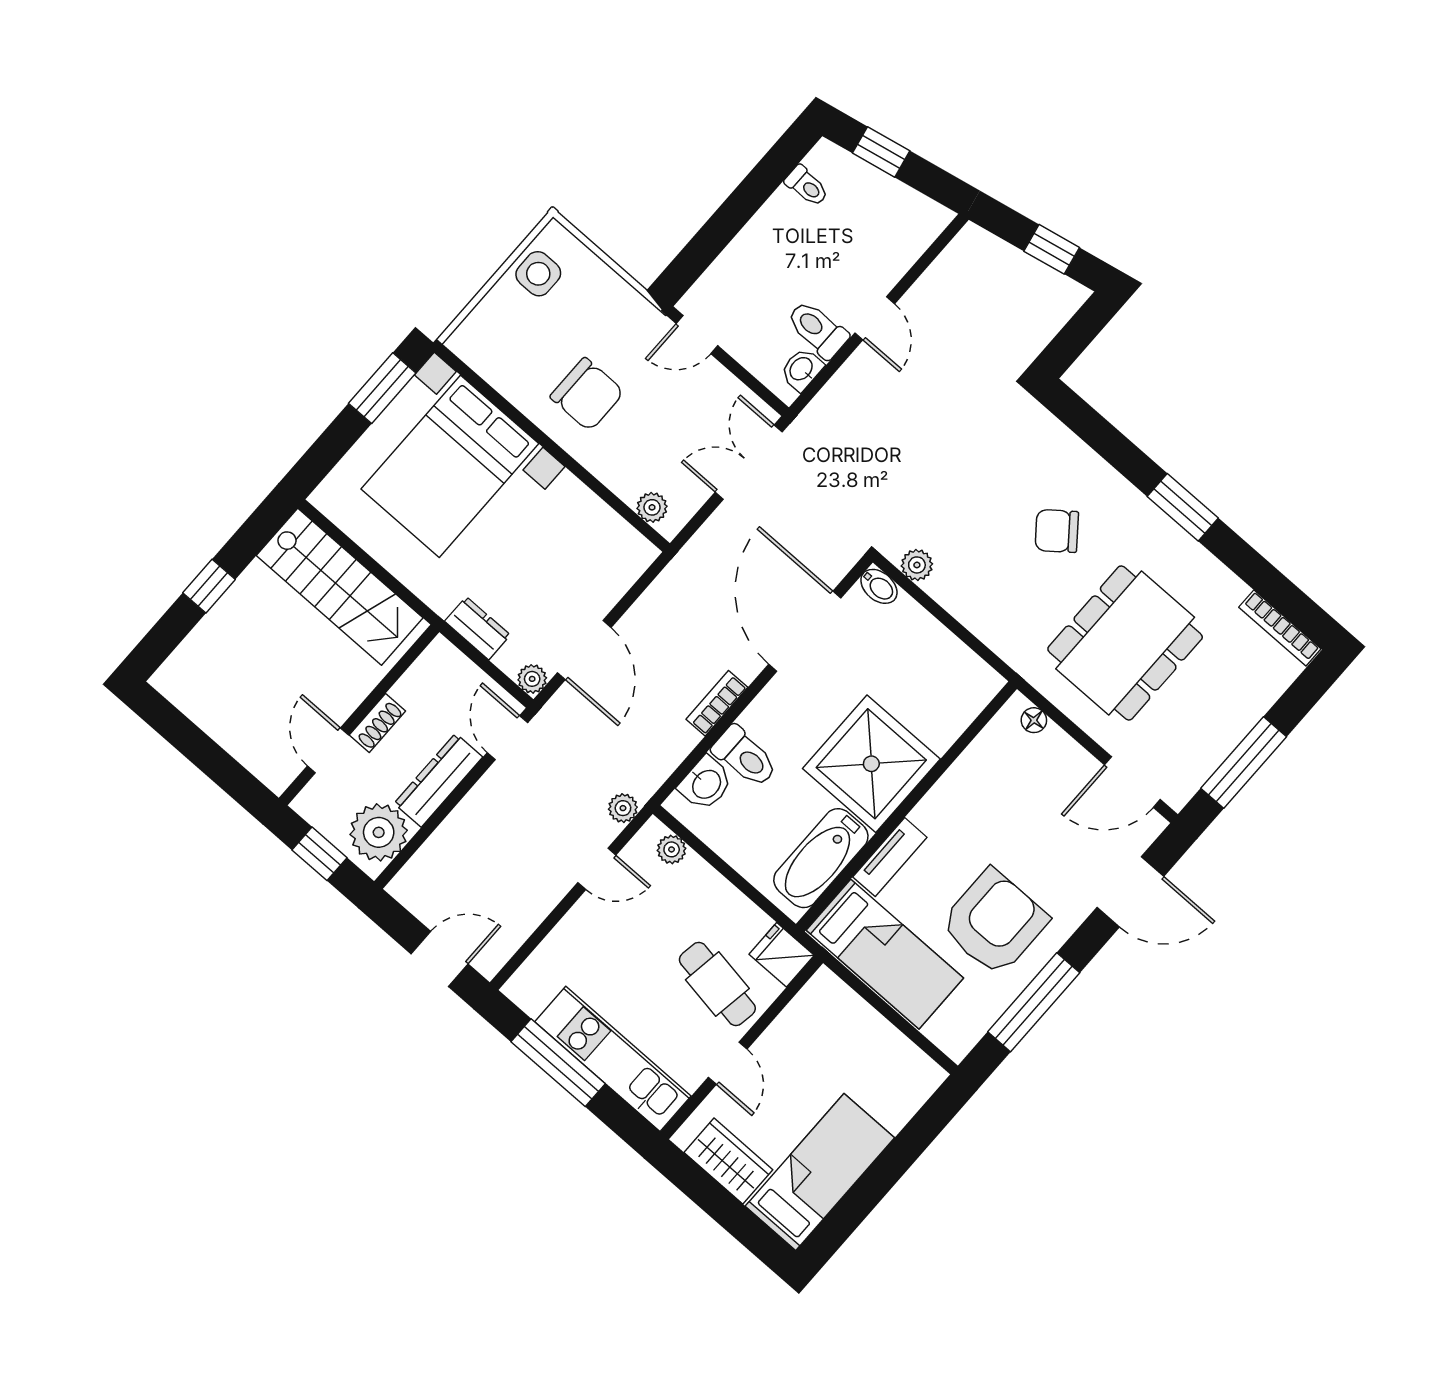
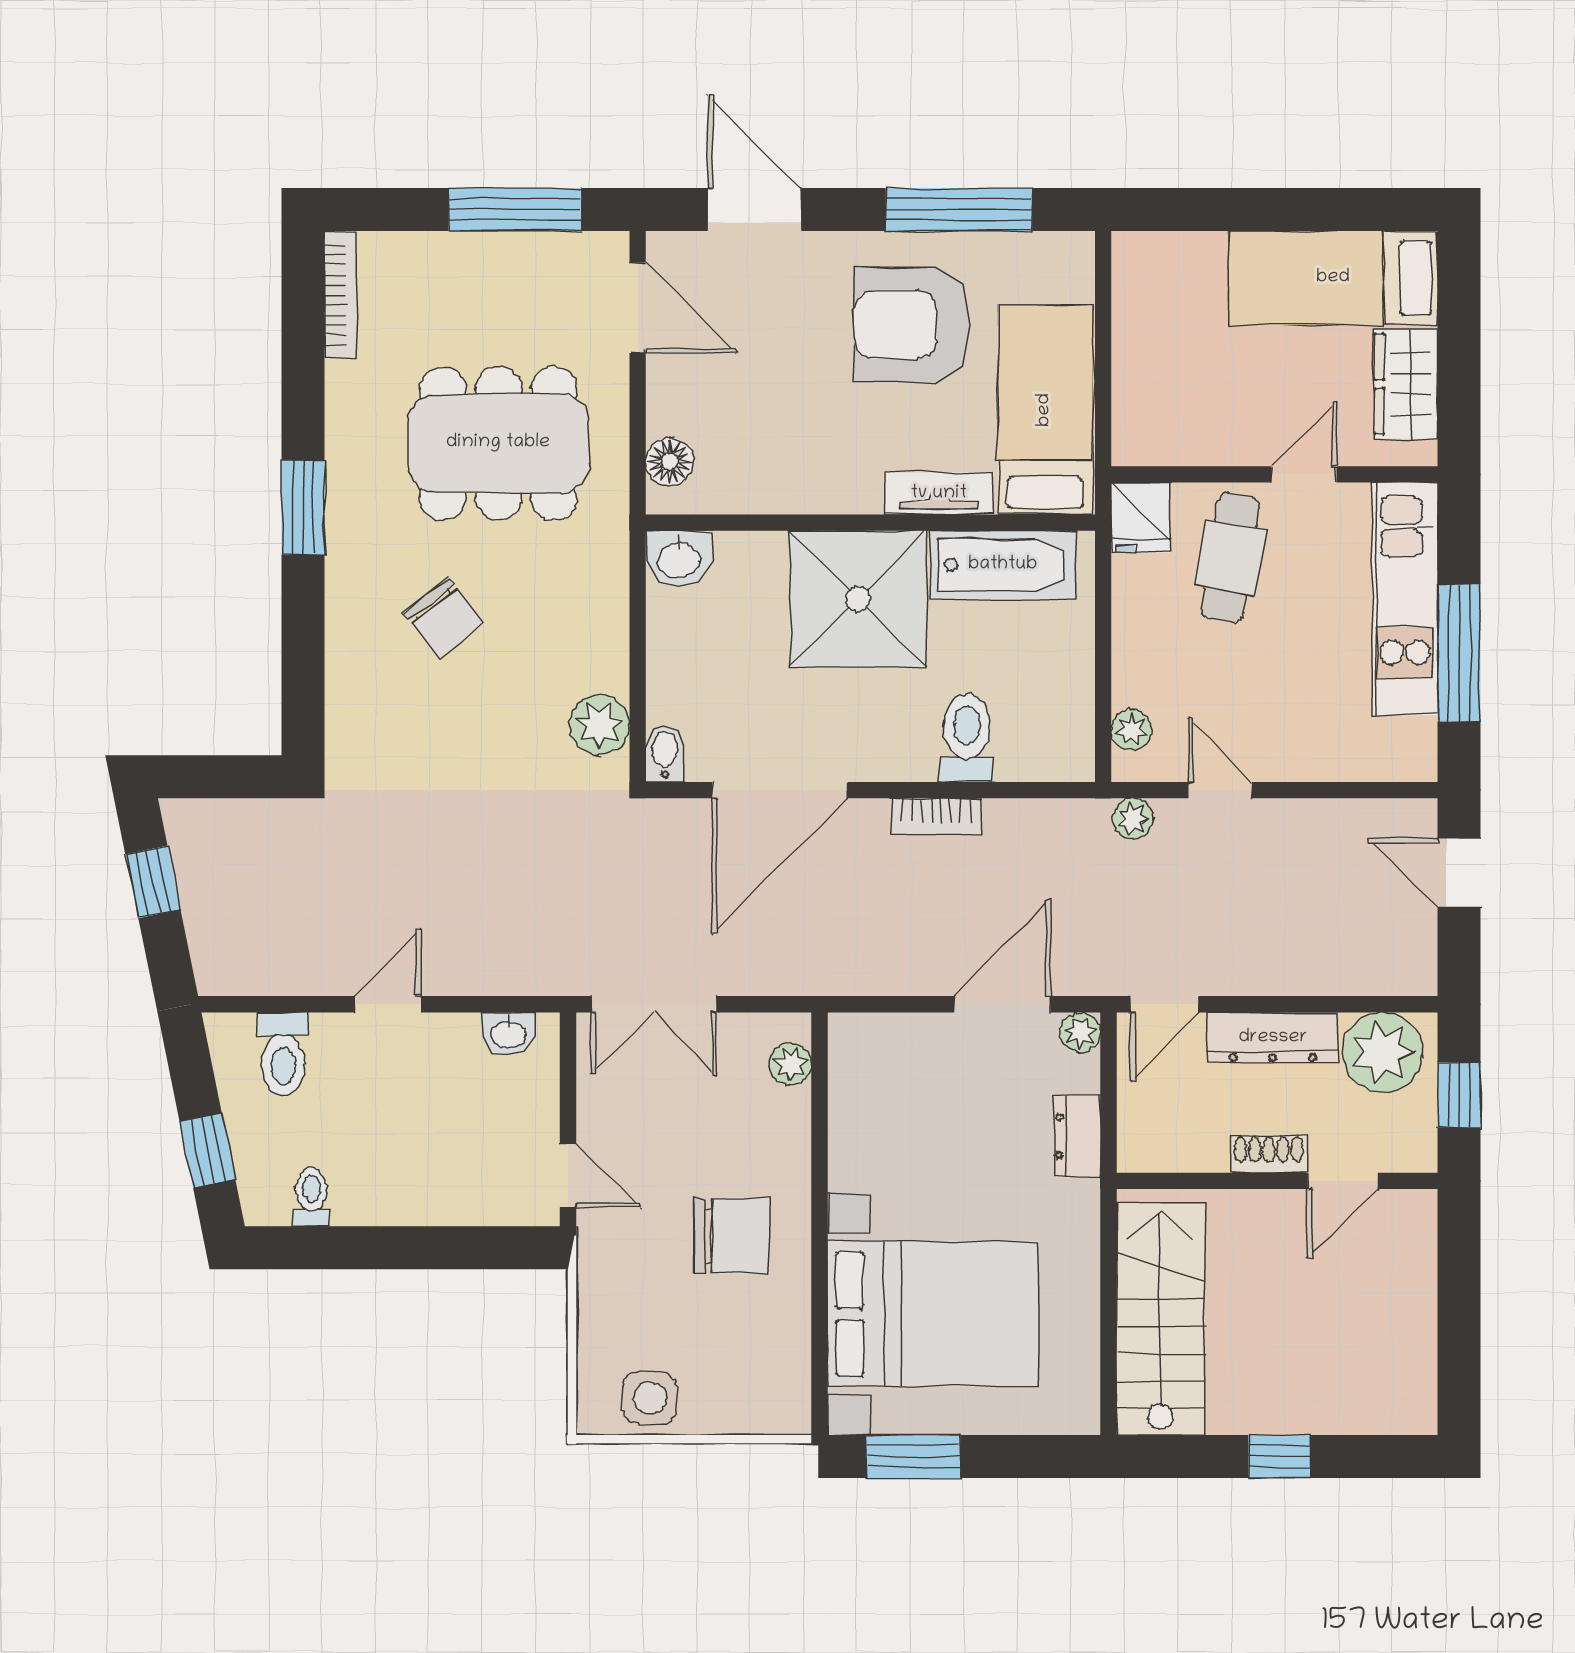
toilet: (817, 329) -> (283, 1054), moved
chair: (587, 394) -> (731, 1236), turned 90
plant: (917, 565) -> (599, 725), width x1.38, depth x1.38
floor lamp: (1034, 720) -> (670, 462), width x1.37, depth x1.37
washbasin: (706, 784) -> (679, 558), moved, turned 180

